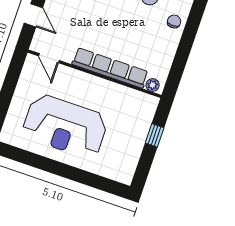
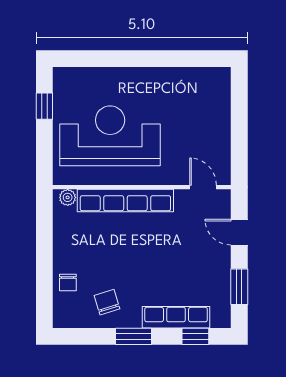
reception desk: (65, 126) -> (110, 136), moved
window: (155, 135) -> (44, 106), moved

